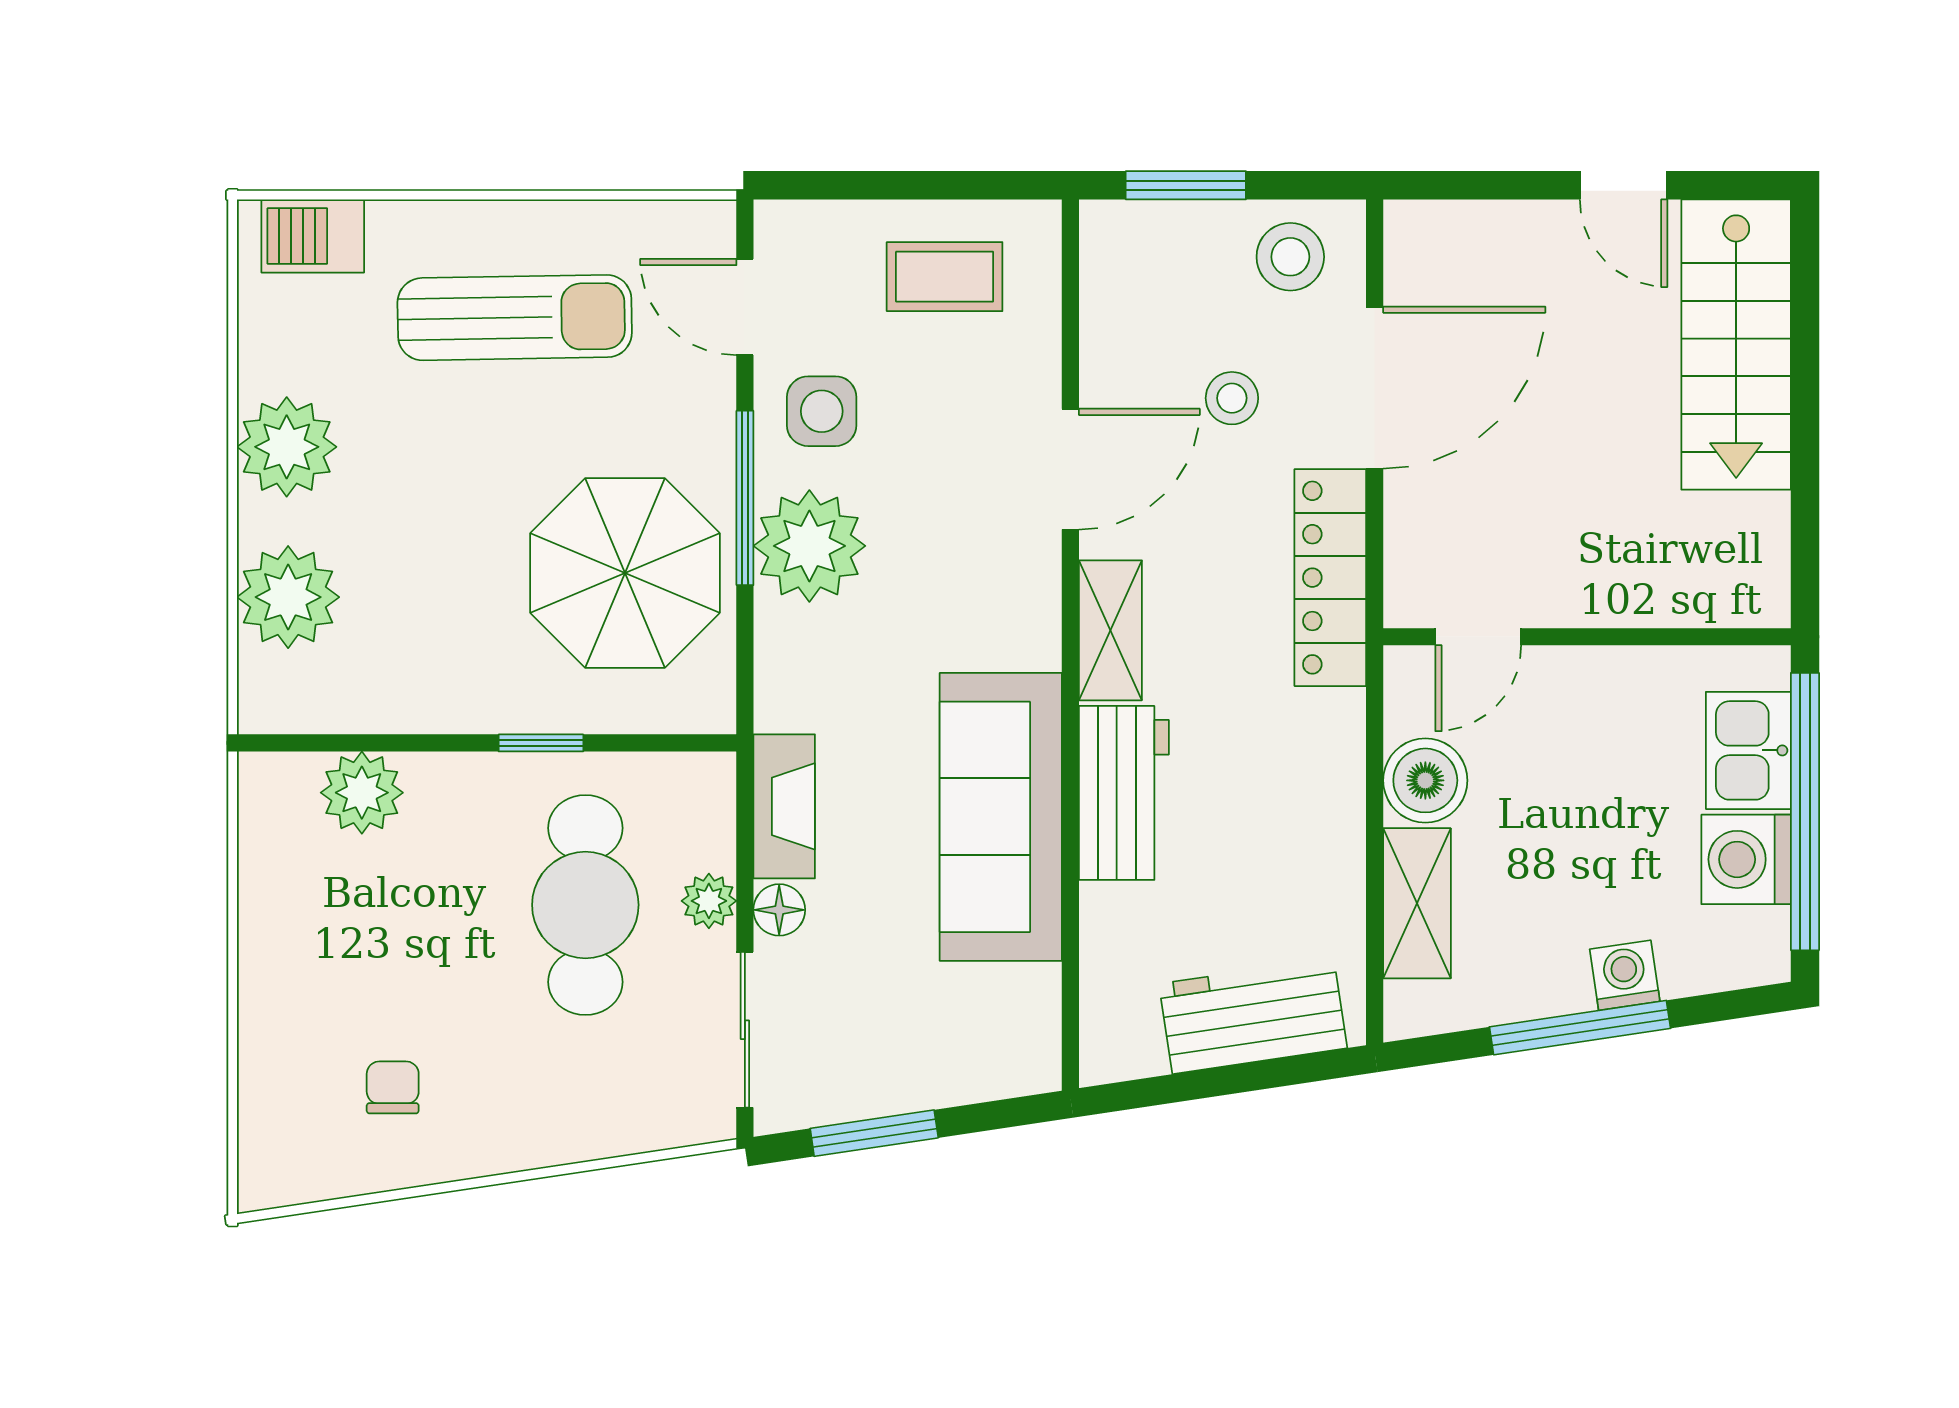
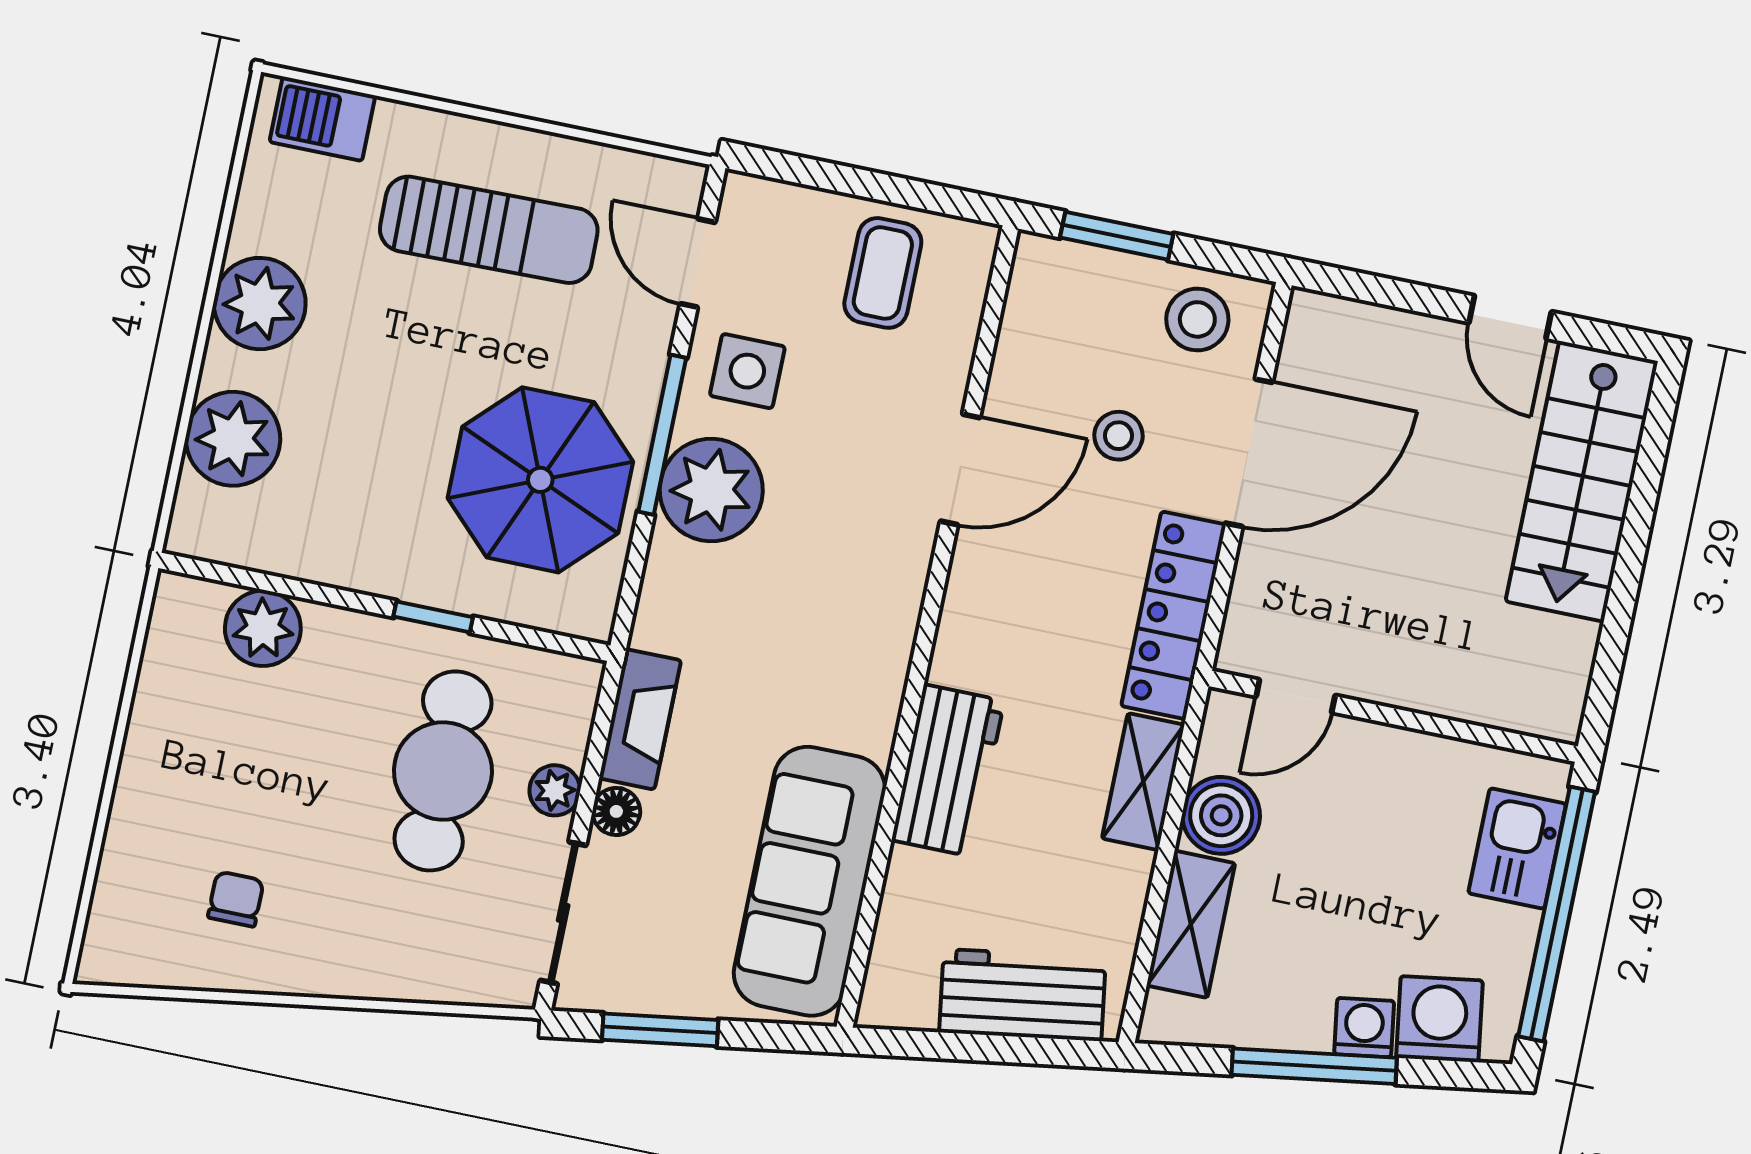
coffee table: (945, 277) -> (883, 273), turned 90
shelving: (1110, 630) -> (1143, 782), moved
sofa: (1001, 817) -> (810, 881), moved
washing machine: (1746, 859) -> (1439, 1019), moved, turned 81

